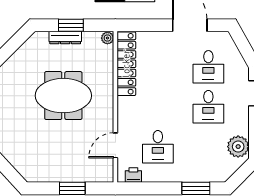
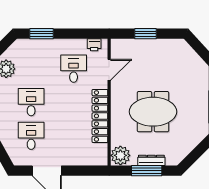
window: (71, 25) -> (147, 171), width x1.44
plant: (107, 38) -> (120, 155), width x1.87, depth x1.87
locker: (126, 64) -> (100, 116), moved

